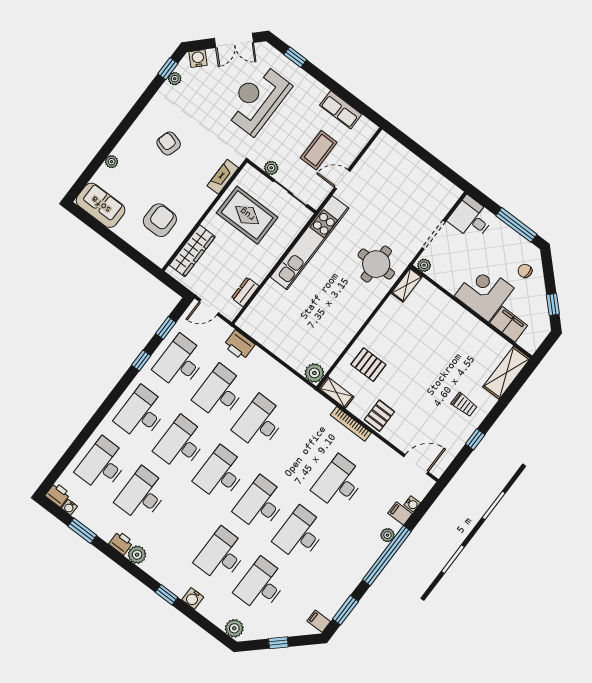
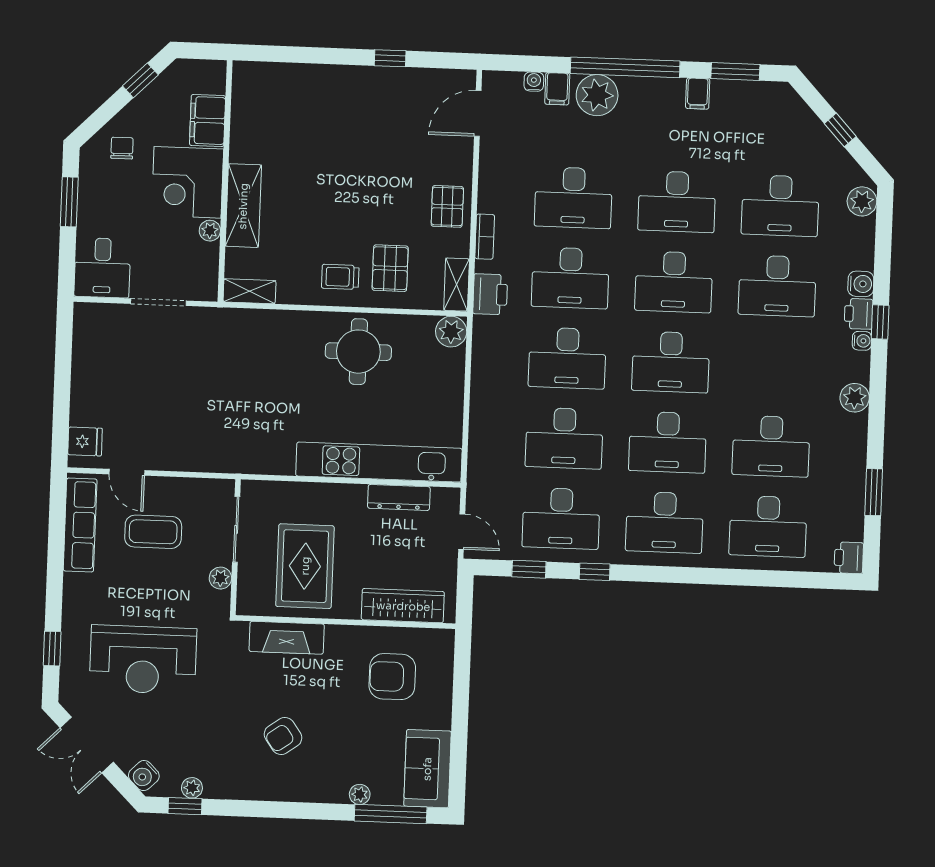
double door: (234, 40) -> (87, 745), swing flipped
row of seats: (341, 110) -> (80, 525), width x1.48
armchair: (169, 143) -> (283, 736), turned 39
fridge: (389, 148) -> (85, 441), added
window: (91, 170) -> (391, 814), added
fireplace: (223, 177) -> (287, 638), width x1.37, depth x1.32
door: (342, 179) -> (127, 472), moved
window: (516, 225) -> (69, 202), width x0.69
kitchen unit: (310, 243) -> (379, 462), moved
round table: (376, 264) -> (358, 352), moved
plant: (424, 265) -> (210, 231), moved
chair: (525, 271) -> (122, 148), turned 180
dresser: (245, 292) -> (399, 497), width x1.44
printer: (239, 345) -> (490, 294), moved
shelving: (507, 373) -> (243, 206), moved, turned 90
trolley: (464, 405) -> (340, 277), moved, turned -90
pallet: (379, 416) -> (447, 206), turned 90
bookcase: (351, 424) -> (485, 237), width x0.64
desk: (299, 453) -> (570, 278), added
door: (416, 464) -> (478, 113), hinge flipped
water cooler: (69, 507) -> (862, 341), moved
plant: (388, 535) -> (597, 95), width x1.87, depth x1.87
printer: (121, 543) -> (859, 314), moved
filing cabinet: (319, 621) -> (698, 94), moved

